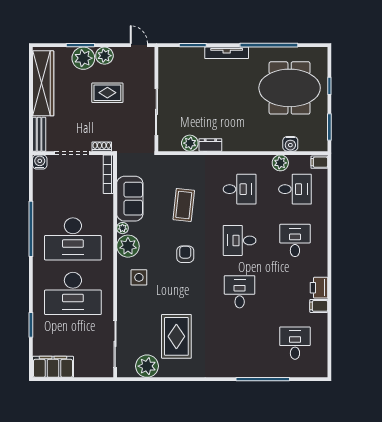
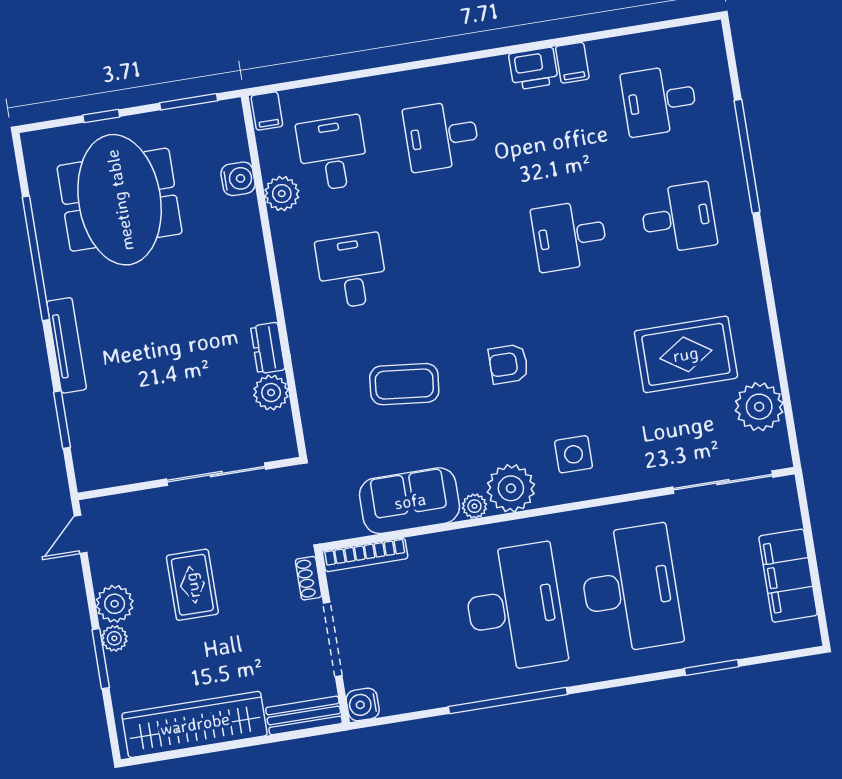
plant: (83, 58) -> (114, 638), width x0.53, depth x0.53
desk: (240, 240) -> (678, 218), moved, turned -90
filing cabinet: (53, 367) -> (788, 576), moved

